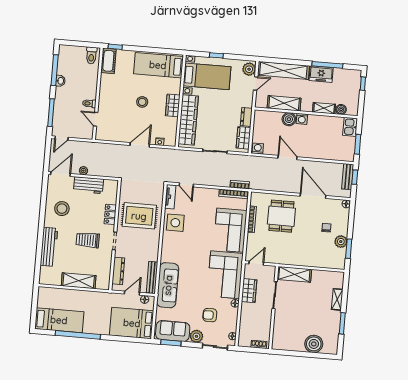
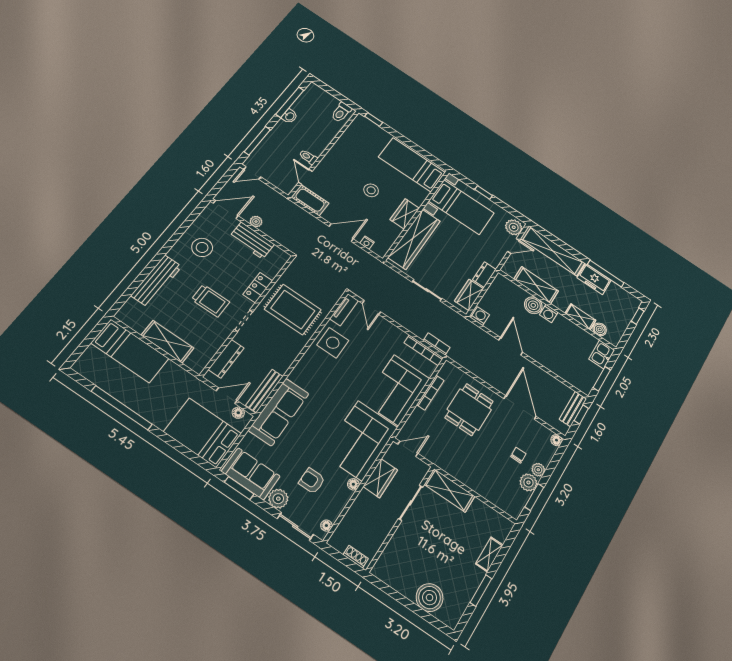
cot: (108, 61) -> (310, 200), moved, turned 90
plant: (343, 230) -> (538, 470), added
trolley: (88, 240) -> (210, 301), turned 180
bed: (59, 320) -> (130, 351), moved

